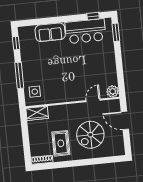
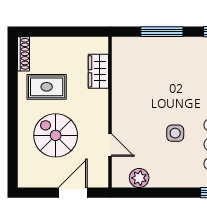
plant: (113, 91) -> (139, 178), moved
side table: (35, 92) -> (175, 133), moved
wardrobe: (37, 113) -> (98, 71), moved

